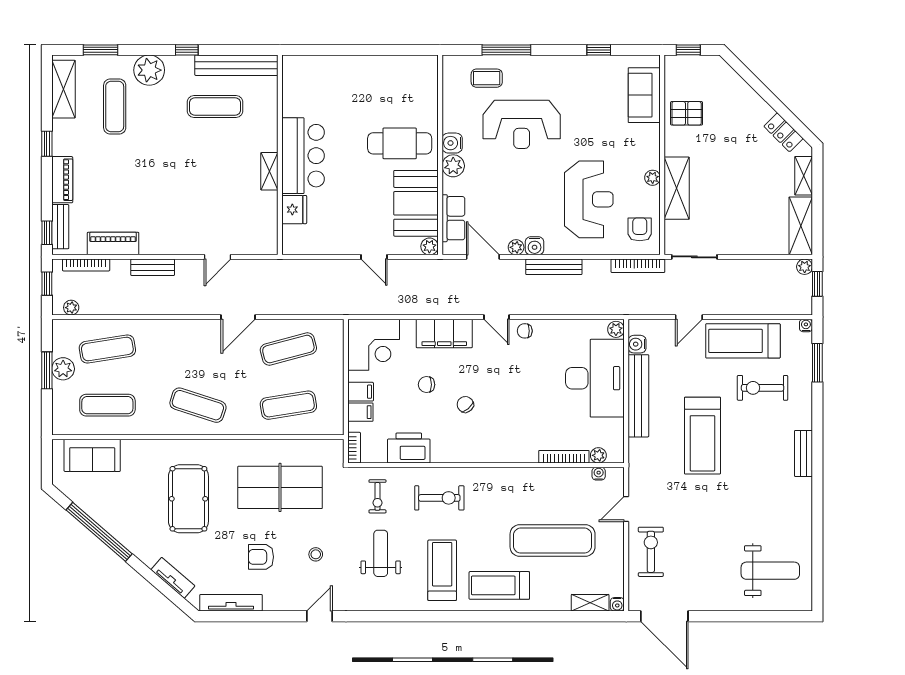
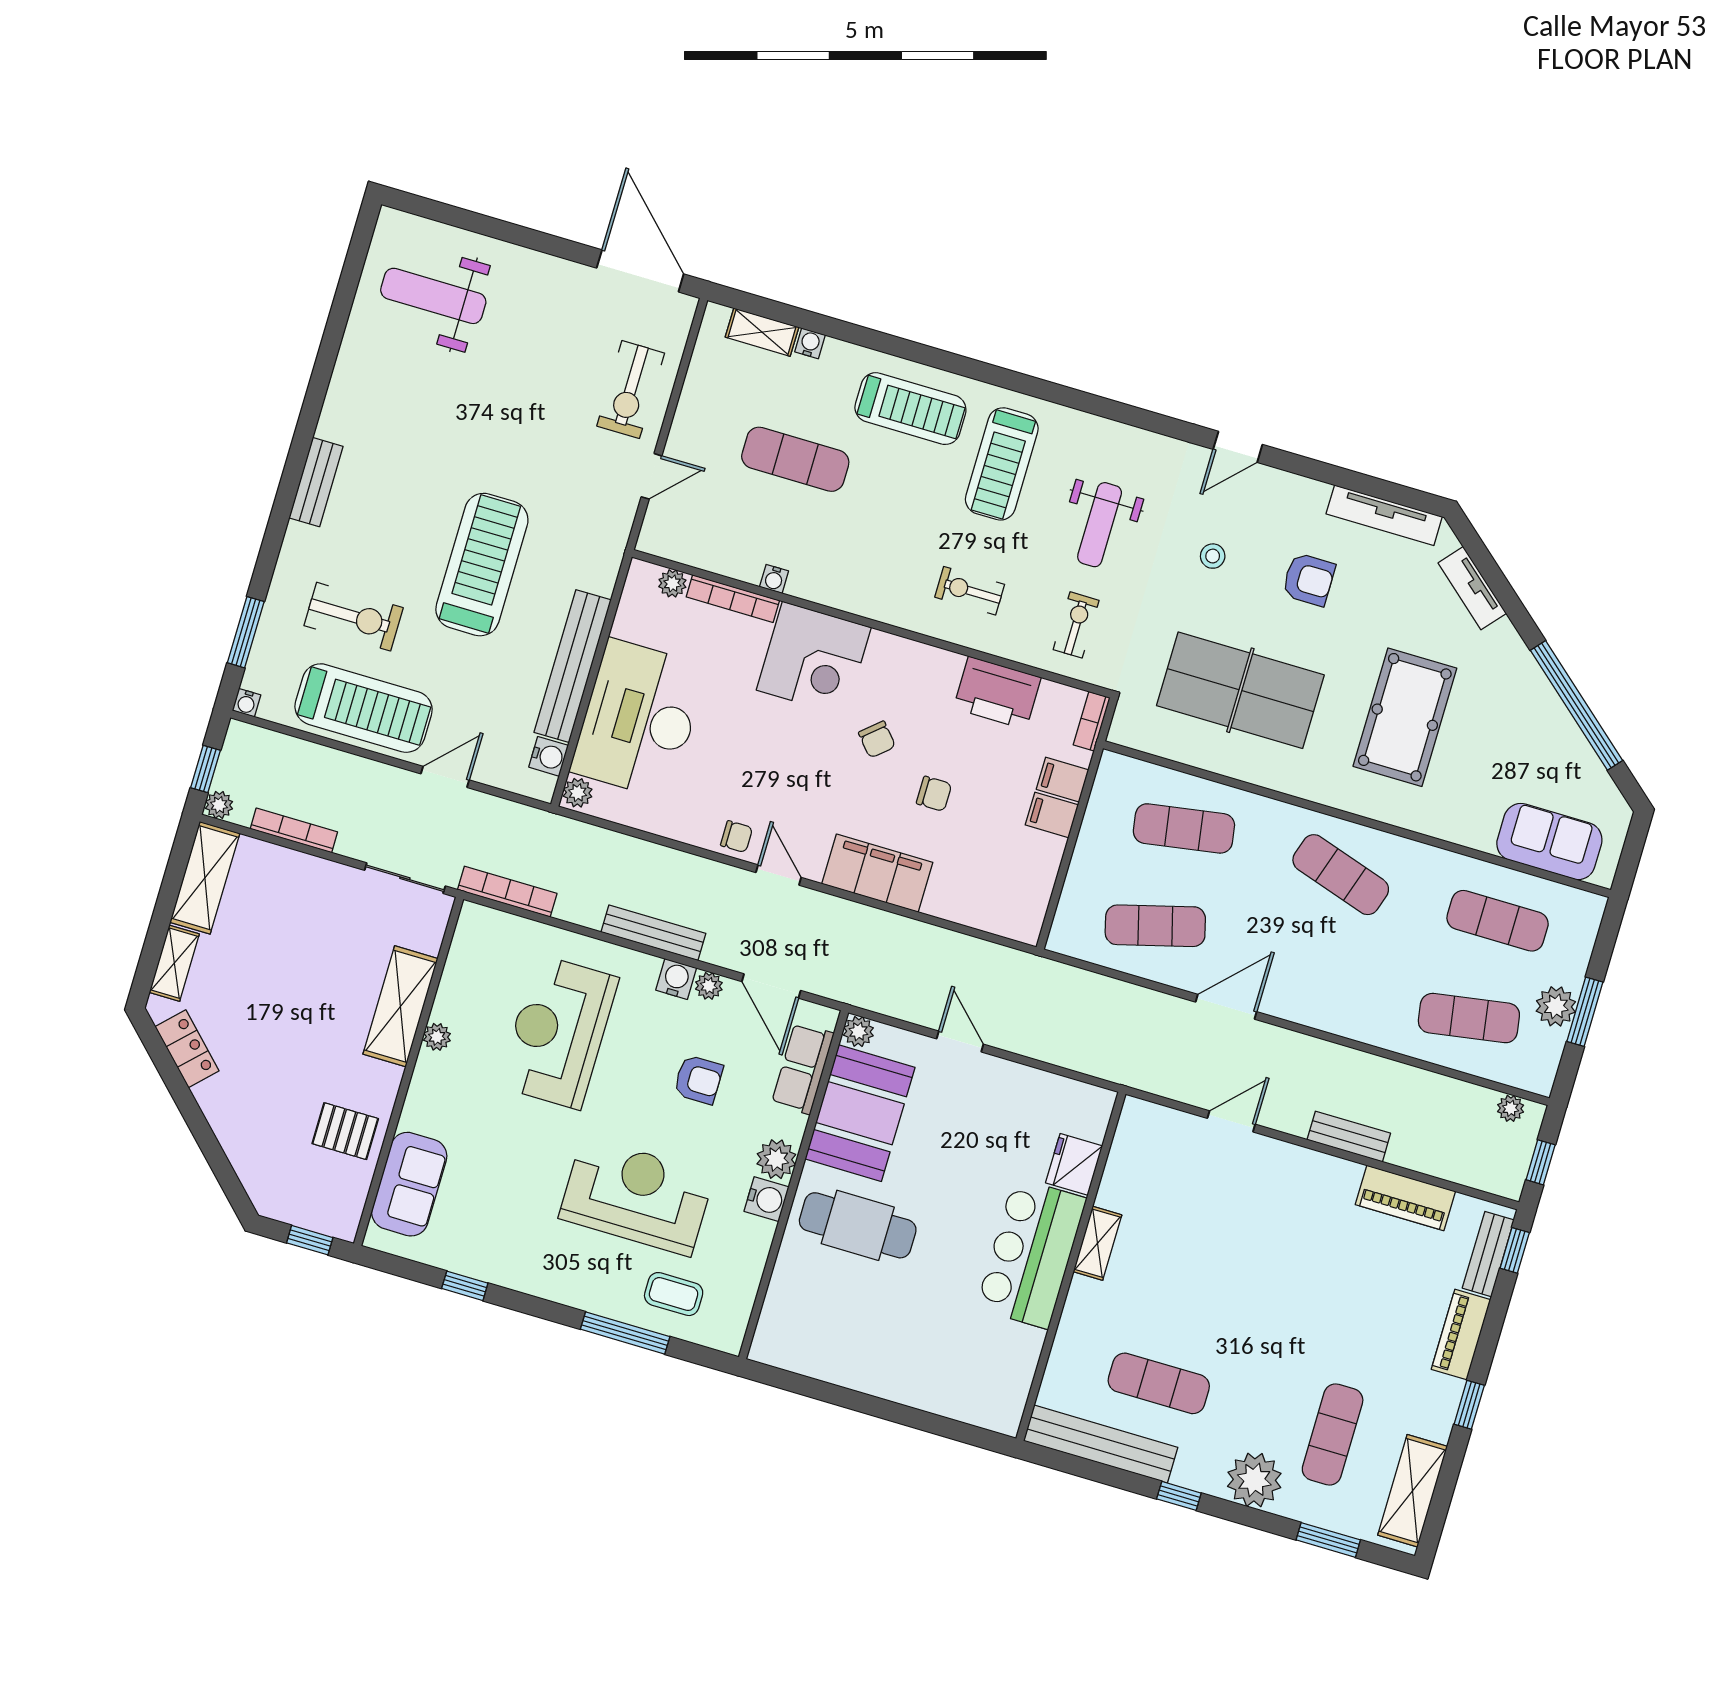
armchair: (640, 229) -> (698, 1080), moved, turned -90
bookcase: (86, 265) -> (294, 830), moved
corner desk: (374, 345) -> (814, 659), moved, turned 180
water cooler: (599, 474) -> (774, 579), moved
exercise bike: (439, 498) -> (970, 591), width x0.73, depth x0.72
exercise mat: (553, 541) -> (795, 459), width x0.73, depth x0.69
water cooler: (617, 604) -> (810, 343), moved

